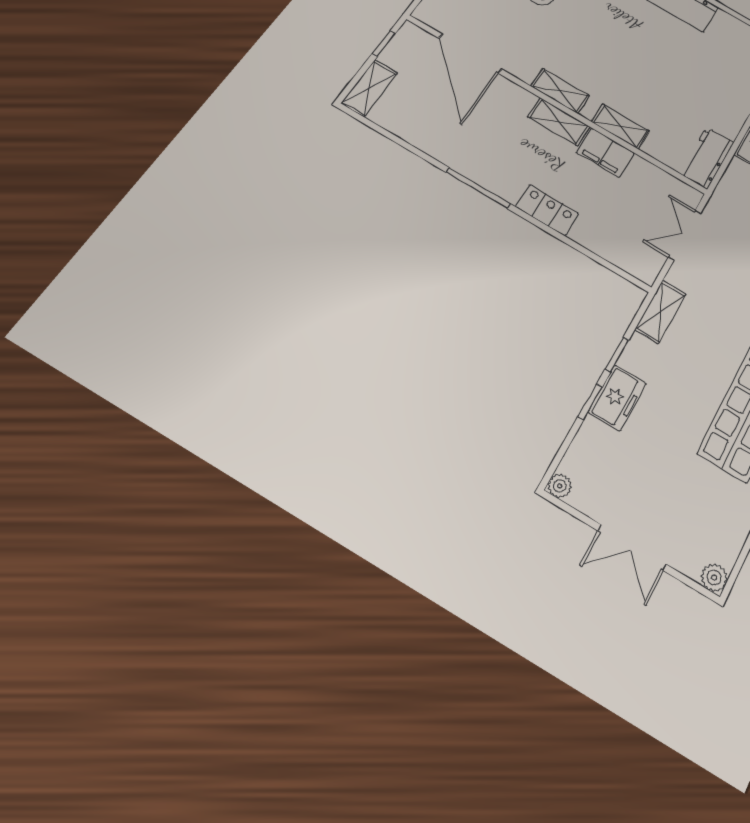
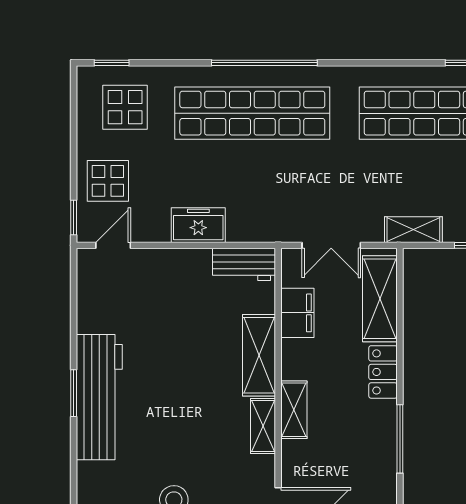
shelving: (620, 126) -> (259, 355), width x1.50, depth x1.33
filing cabinet: (605, 153) -> (297, 313), moved
shelving: (614, 246) -> (380, 299), added

